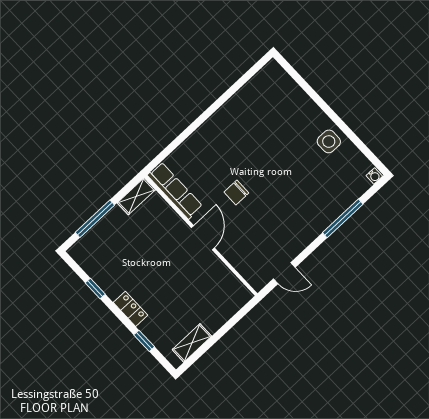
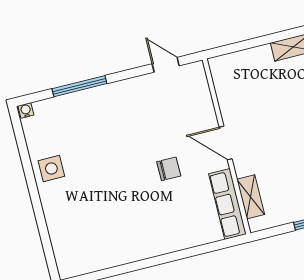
shelving: (136, 196) -> (251, 197), moved, turned 90
door: (203, 238) -> (226, 143), hinge flipped

